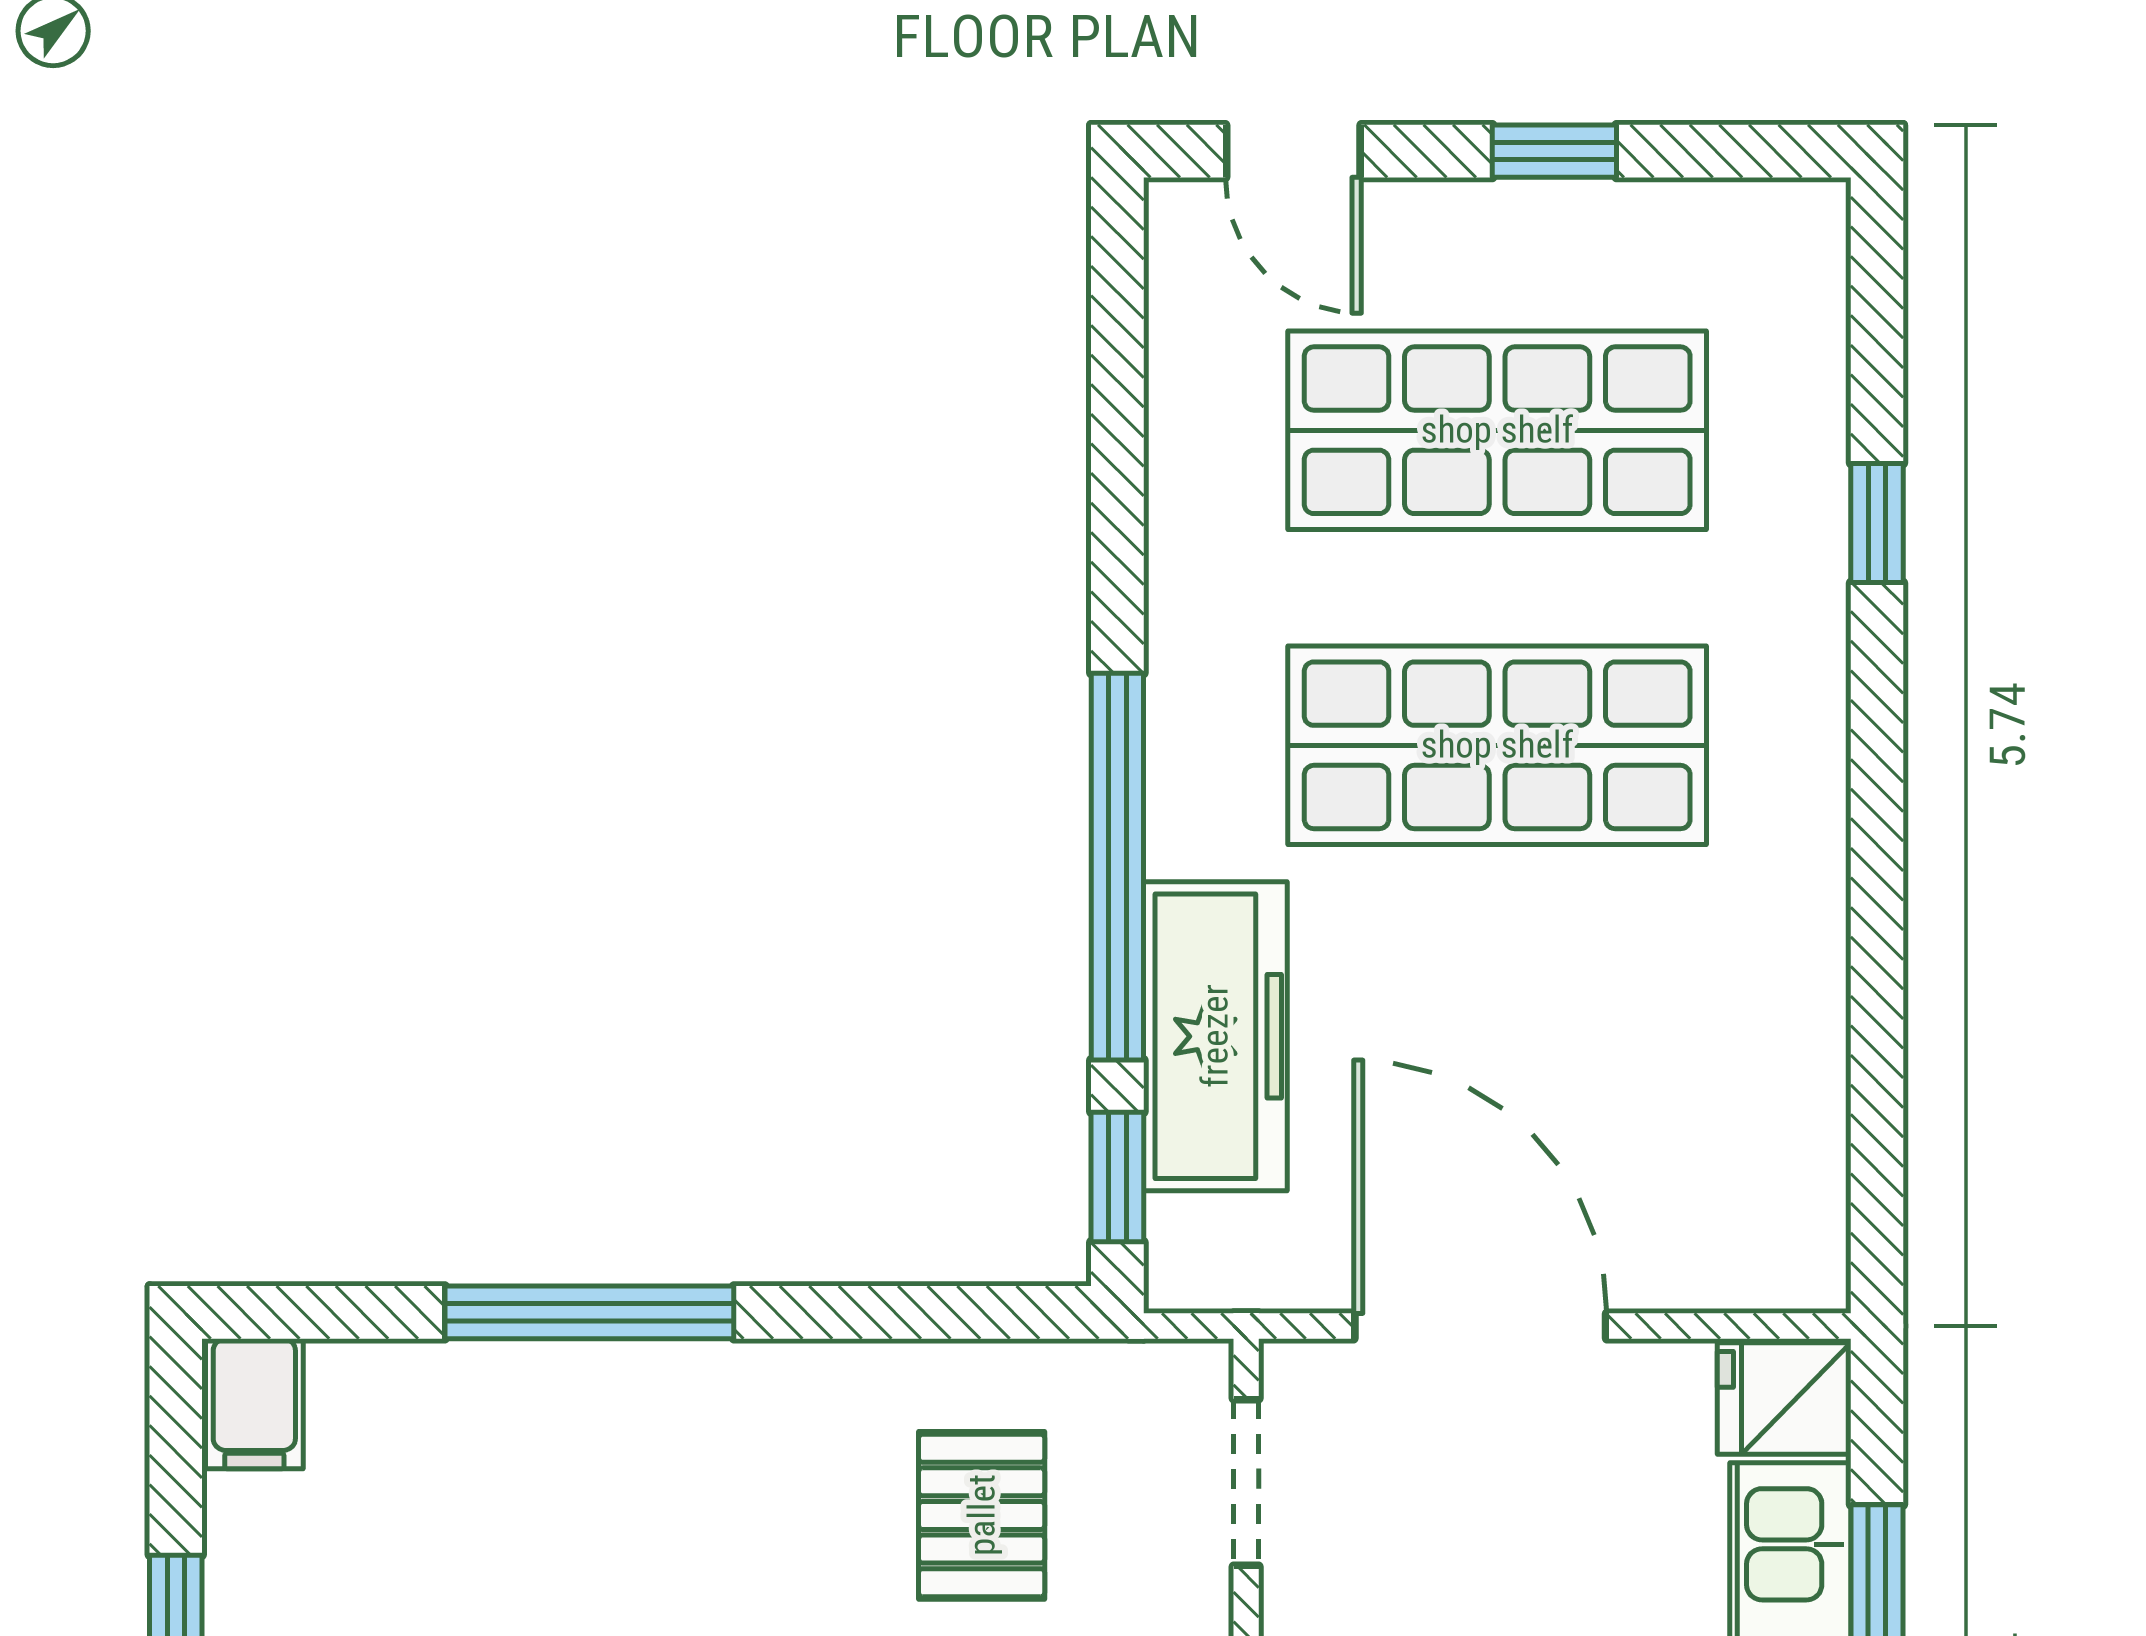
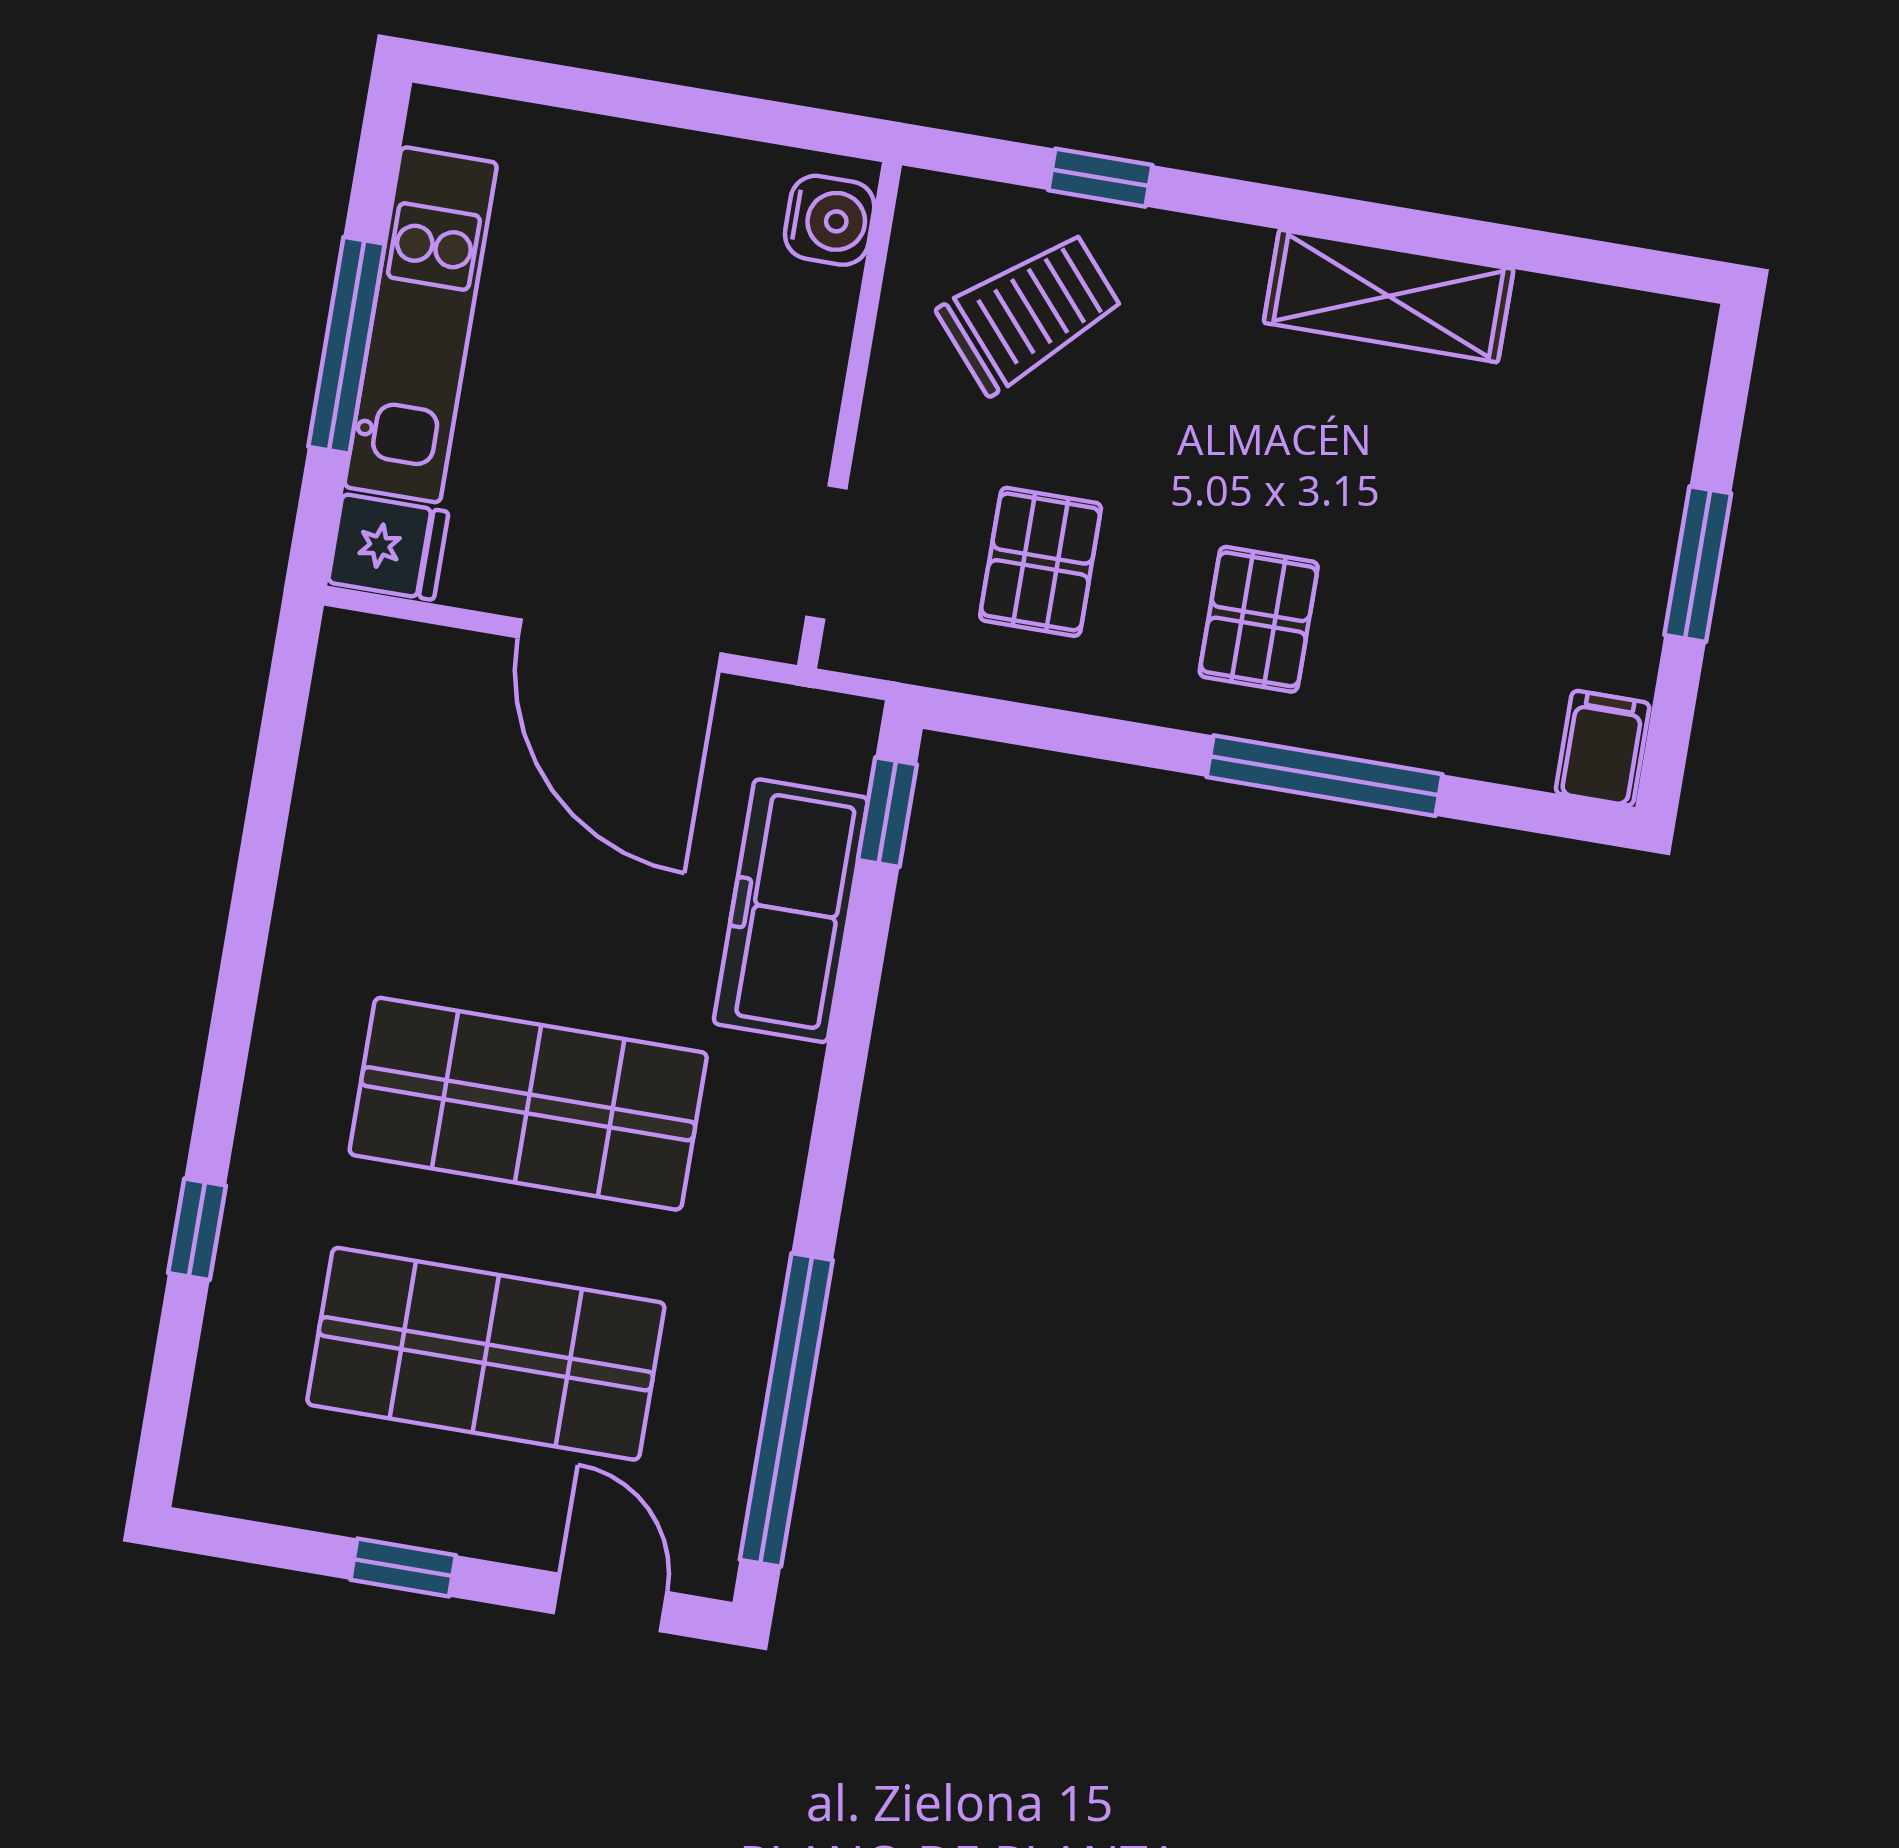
window: (1117, 867) -> (786, 1410), moved
pallet: (702, 1490) -> (1259, 619), added

